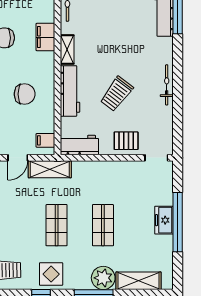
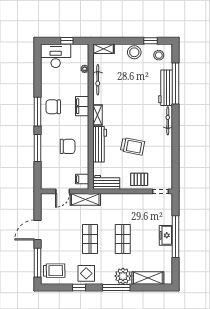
bicycle: (167, 85) -> (168, 121), moved
trolley: (117, 94) -> (132, 146), turned -116

